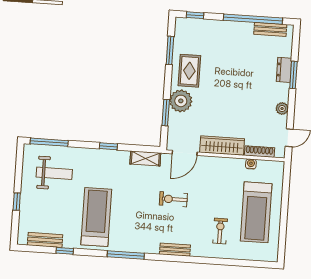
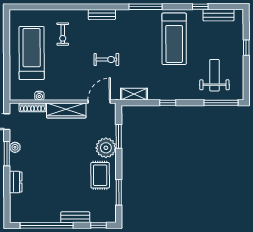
bench: (270, 29) -> (75, 217), moved
window: (293, 75) -> (7, 154), moved
weight bench: (54, 173) -> (214, 75), turned 90

